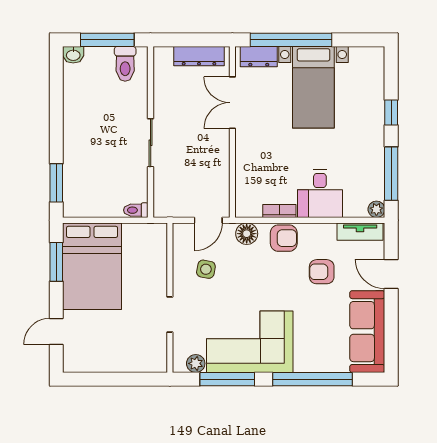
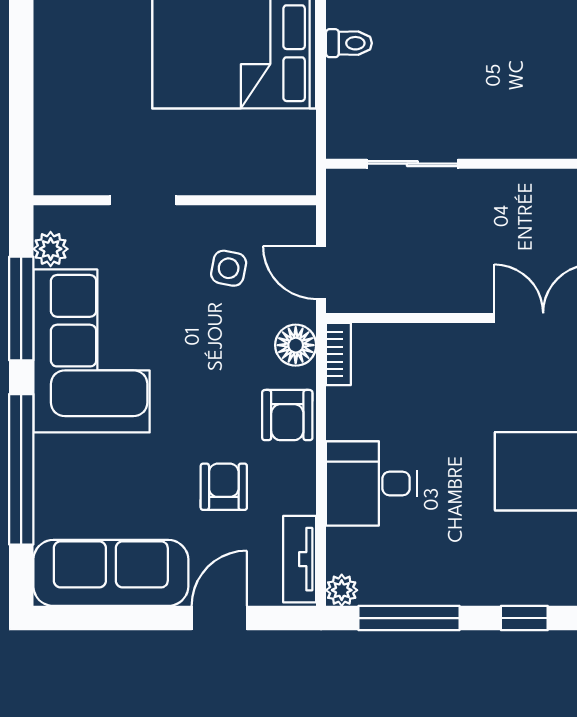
sliding door: (151, 143) -> (412, 164), moved
toilet: (136, 210) -> (349, 43), moved, turned 90
bookcase: (279, 211) -> (338, 354), moved

